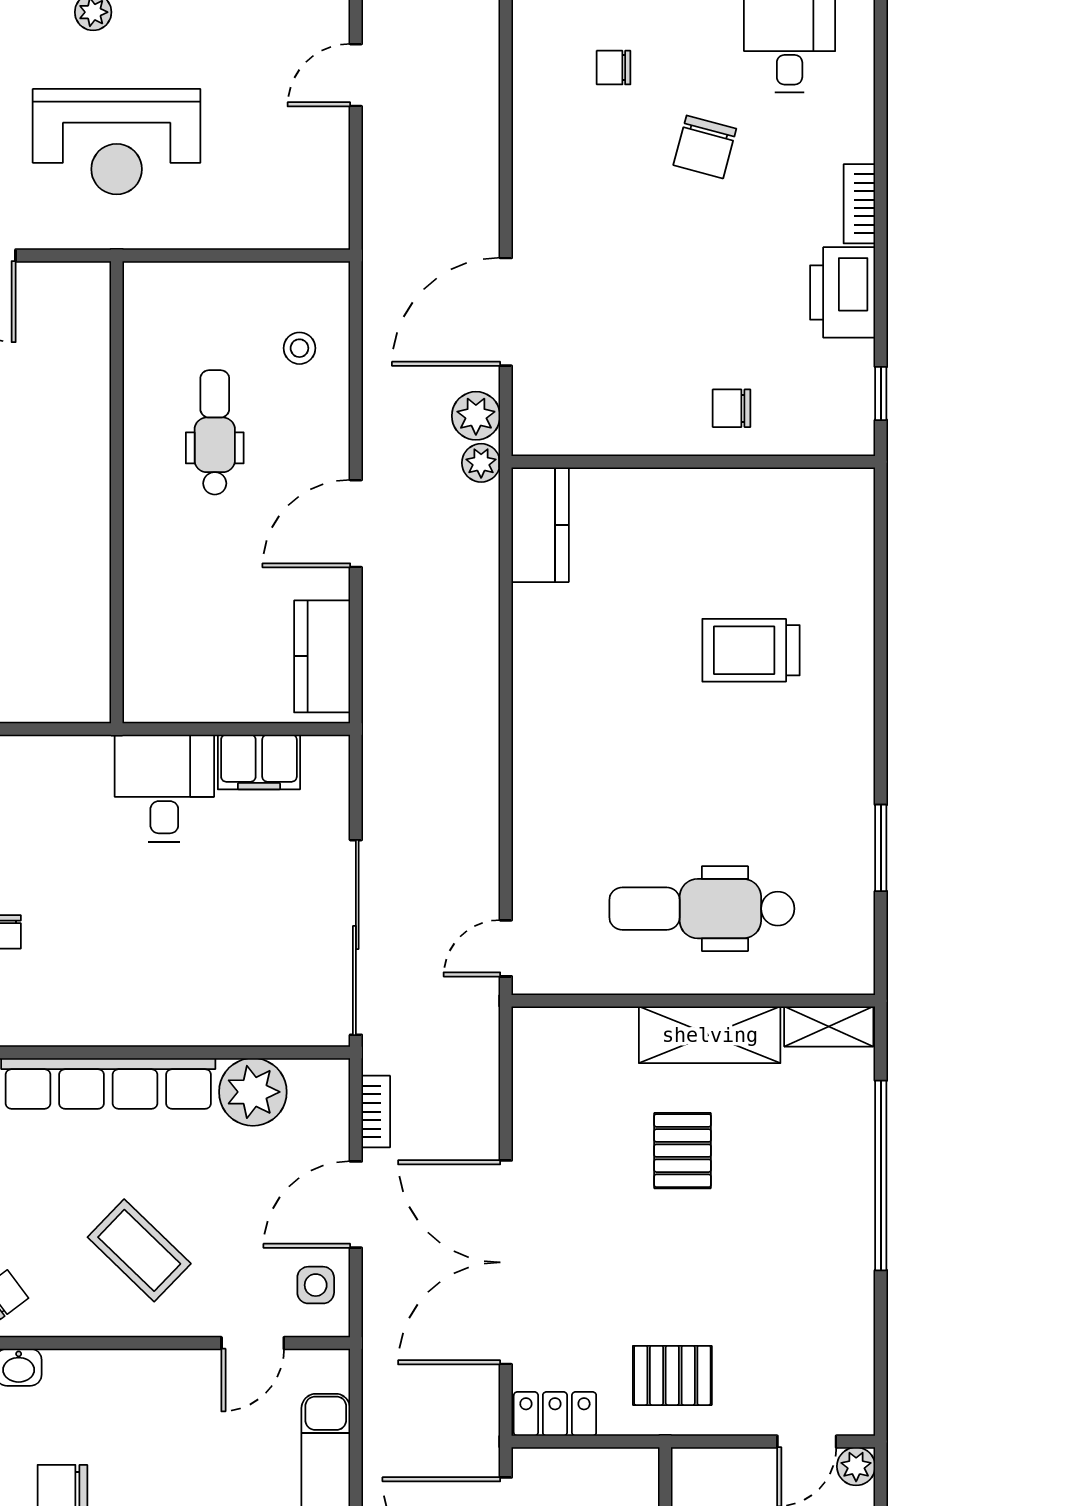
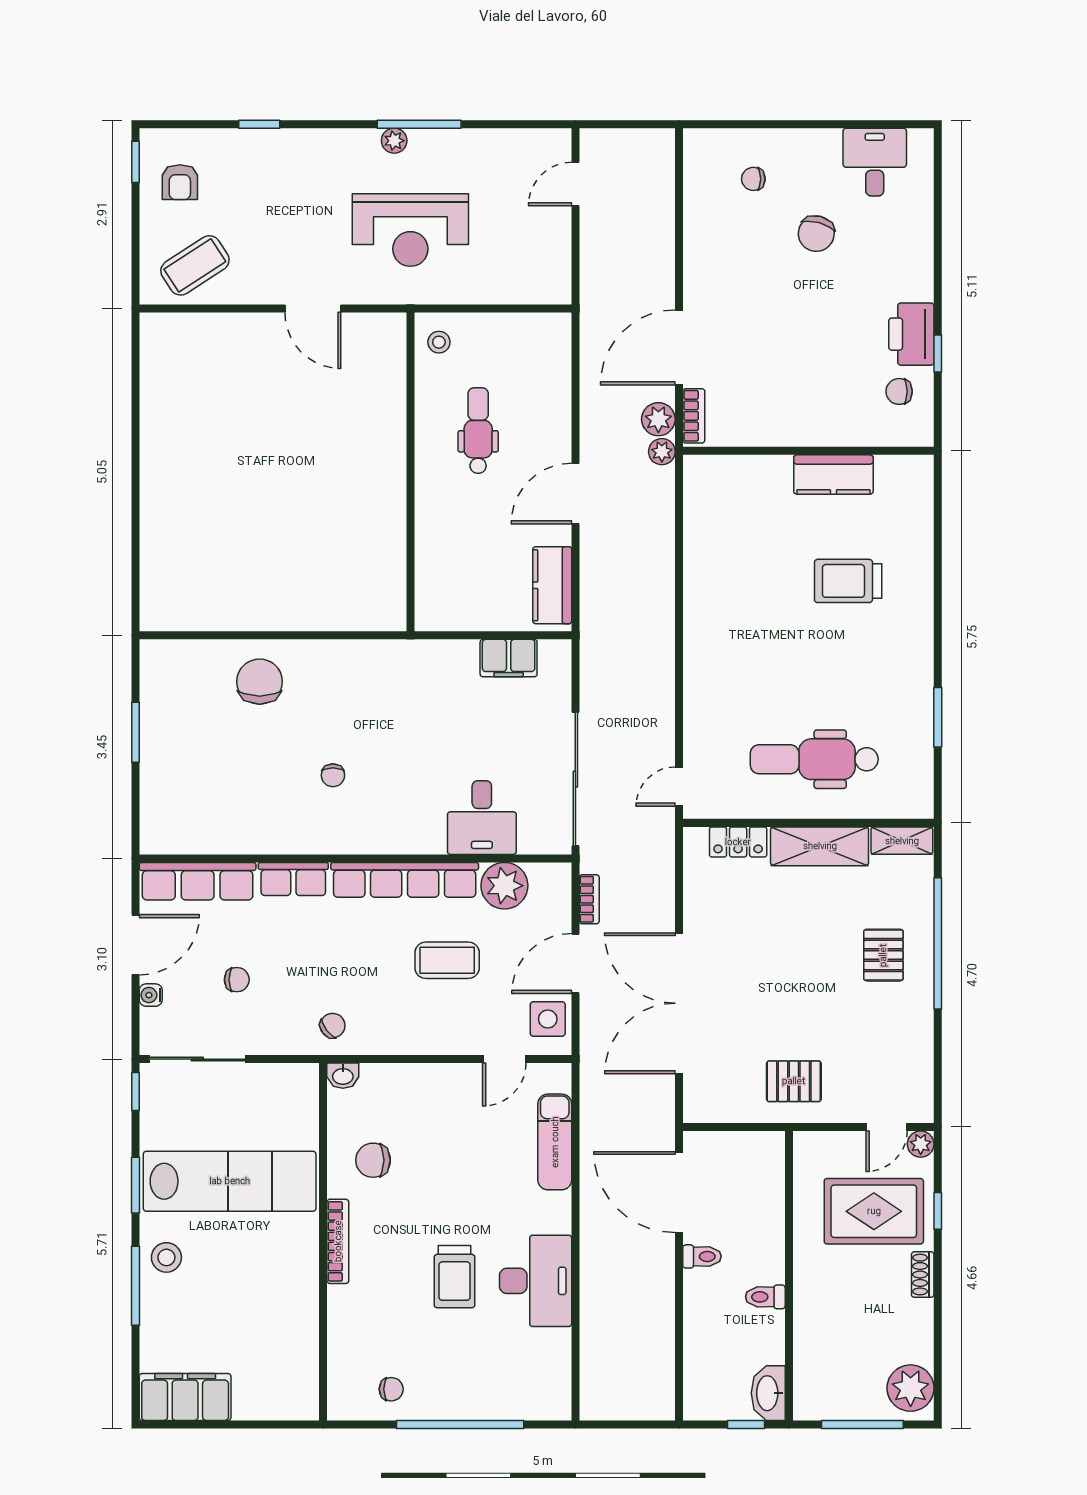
bookcase: (859, 204) -> (694, 416), moved, turned 180
stool: (299, 348) -> (439, 342), moved
window: (881, 393) -> (938, 354), moved
chair: (732, 408) -> (899, 391), moved
kitchen counter: (540, 525) -> (833, 475), moved, turned 90
desk: (164, 788) -> (482, 818), moved, turned 180
pallet: (683, 1151) -> (883, 955), moved
coffee table: (139, 1250) -> (447, 960), moved, turned -44
side table: (316, 1285) -> (548, 1019), width x1.37, depth x1.37
locker: (555, 1414) -> (738, 842), moved, turned 180

